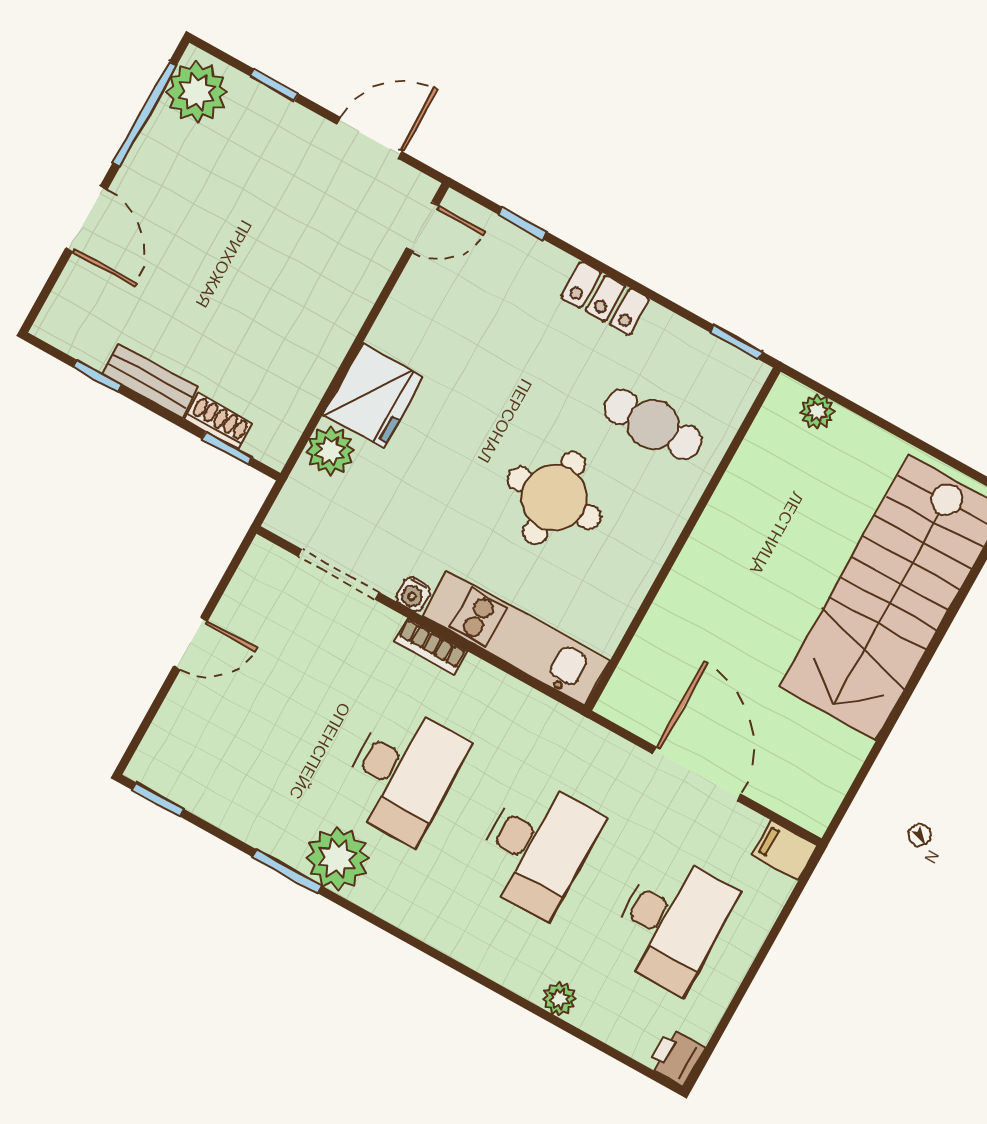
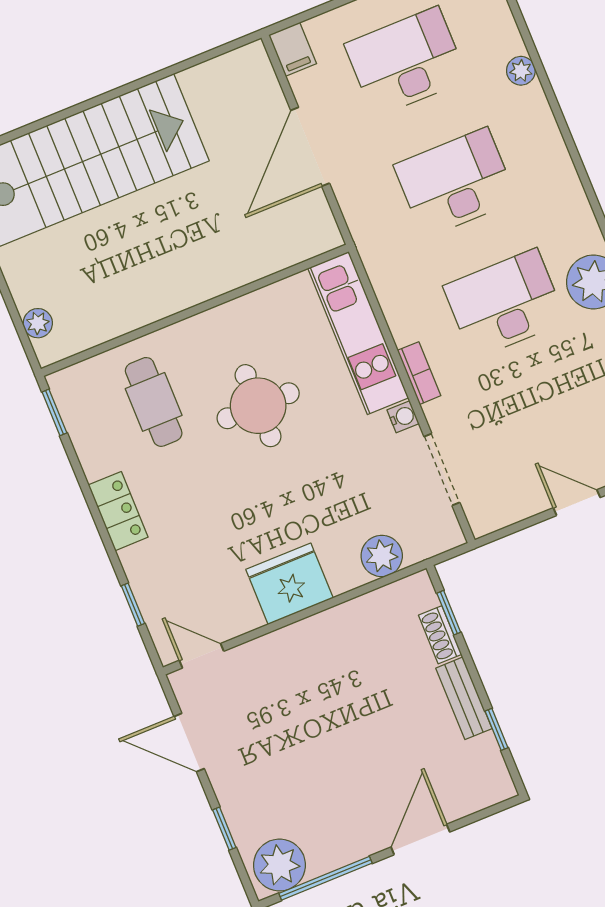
fridge: (373, 396) -> (289, 584), moved

